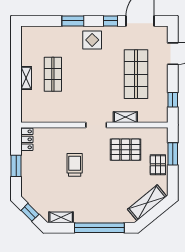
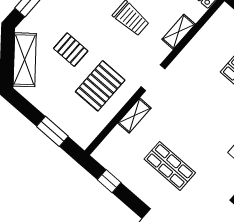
shop shelf: (136, 74) -> (170, 166), width x0.70, depth x0.74
shelving: (59, 133) -> (179, 32), added
pallet: (158, 165) -> (71, 50), moved

